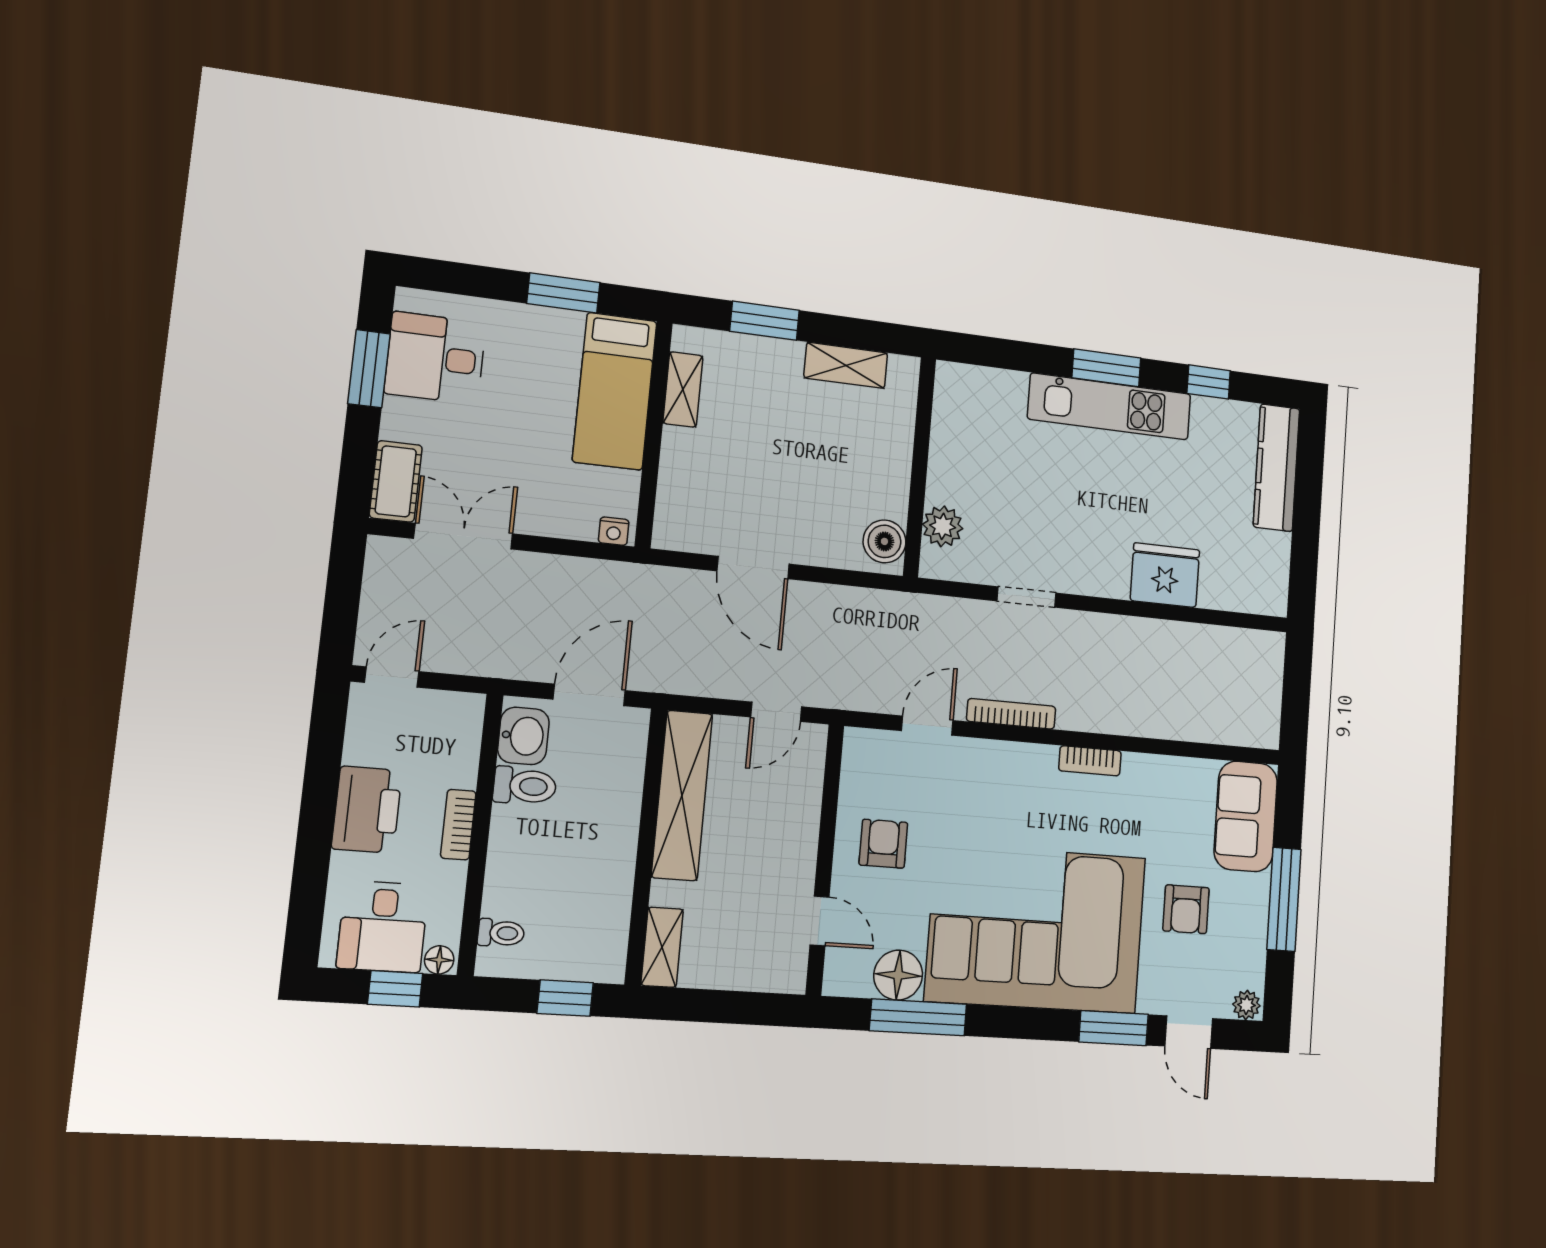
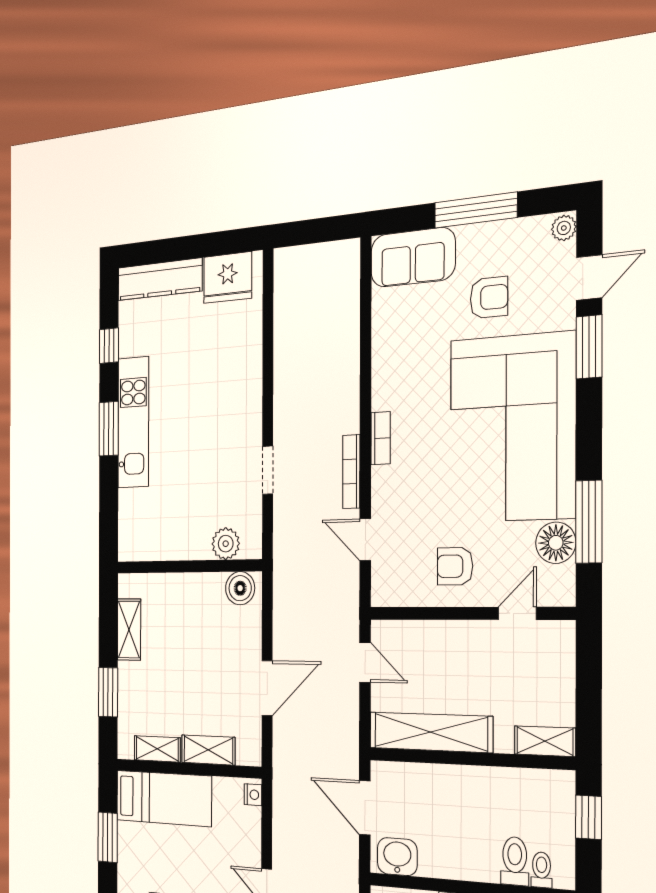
shelving: (677, 469) -> (208, 750), added
fridge: (1165, 575) -> (228, 278), moved, turned -90
bookcase: (1090, 761) -> (381, 438), moved
toilet: (525, 786) -> (515, 861), moved

